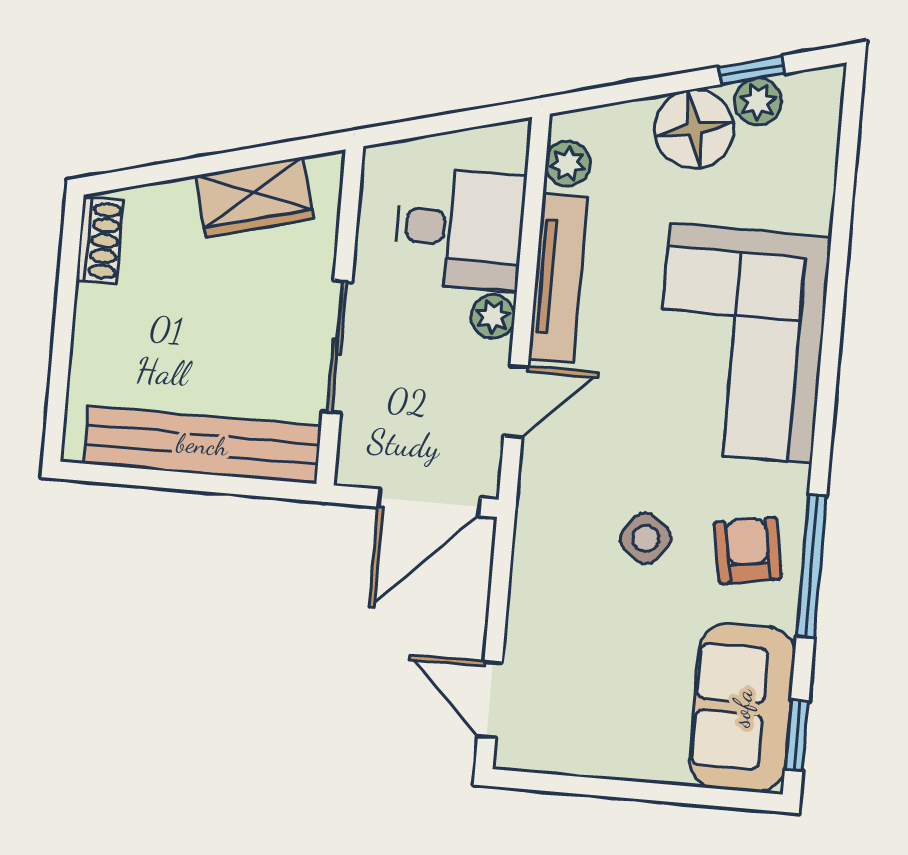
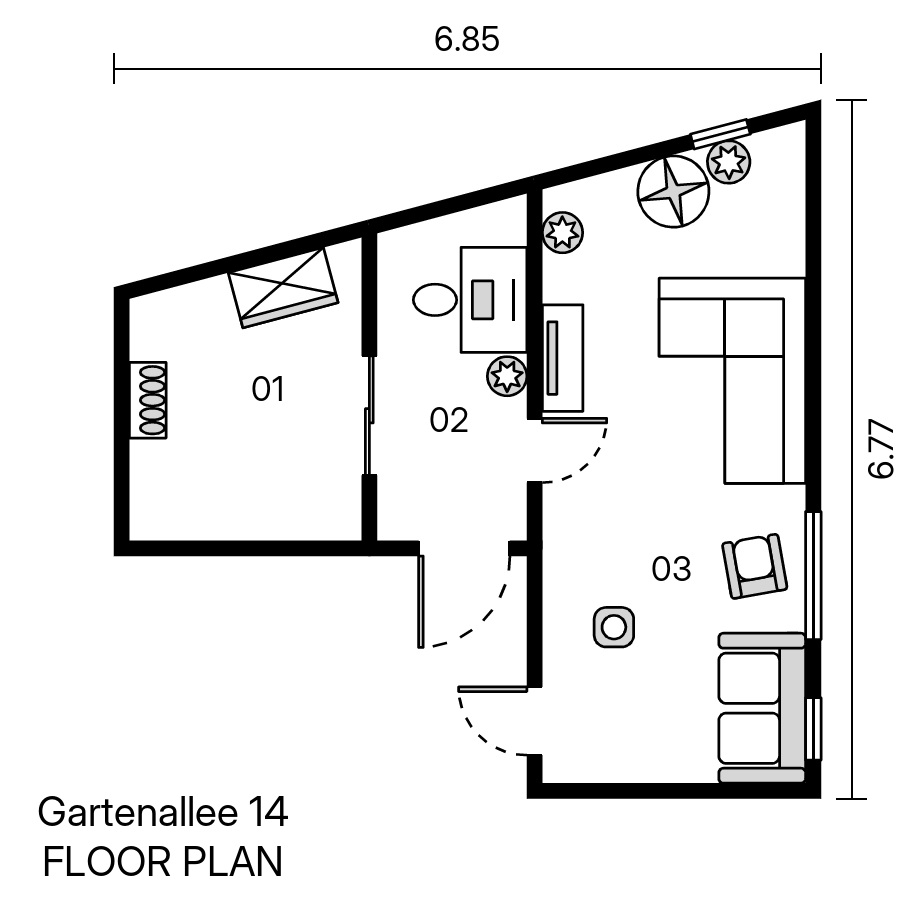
shoe rack: (100, 240) -> (148, 400), moved
tv unit: (558, 278) -> (563, 358), width x0.71
bench: (202, 445) -> (256, 514), removed
side table: (646, 538) -> (614, 627), moved, turned -37

